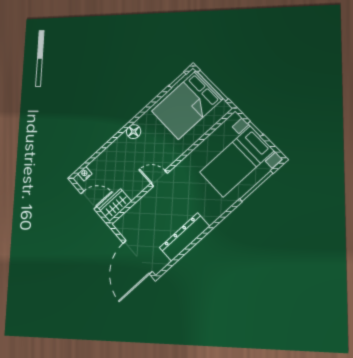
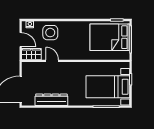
floor lamp: (134, 132) -> (72, 26), removed
side table: (115, 162) -> (50, 33), added
door: (159, 178) -> (52, 61), moved

